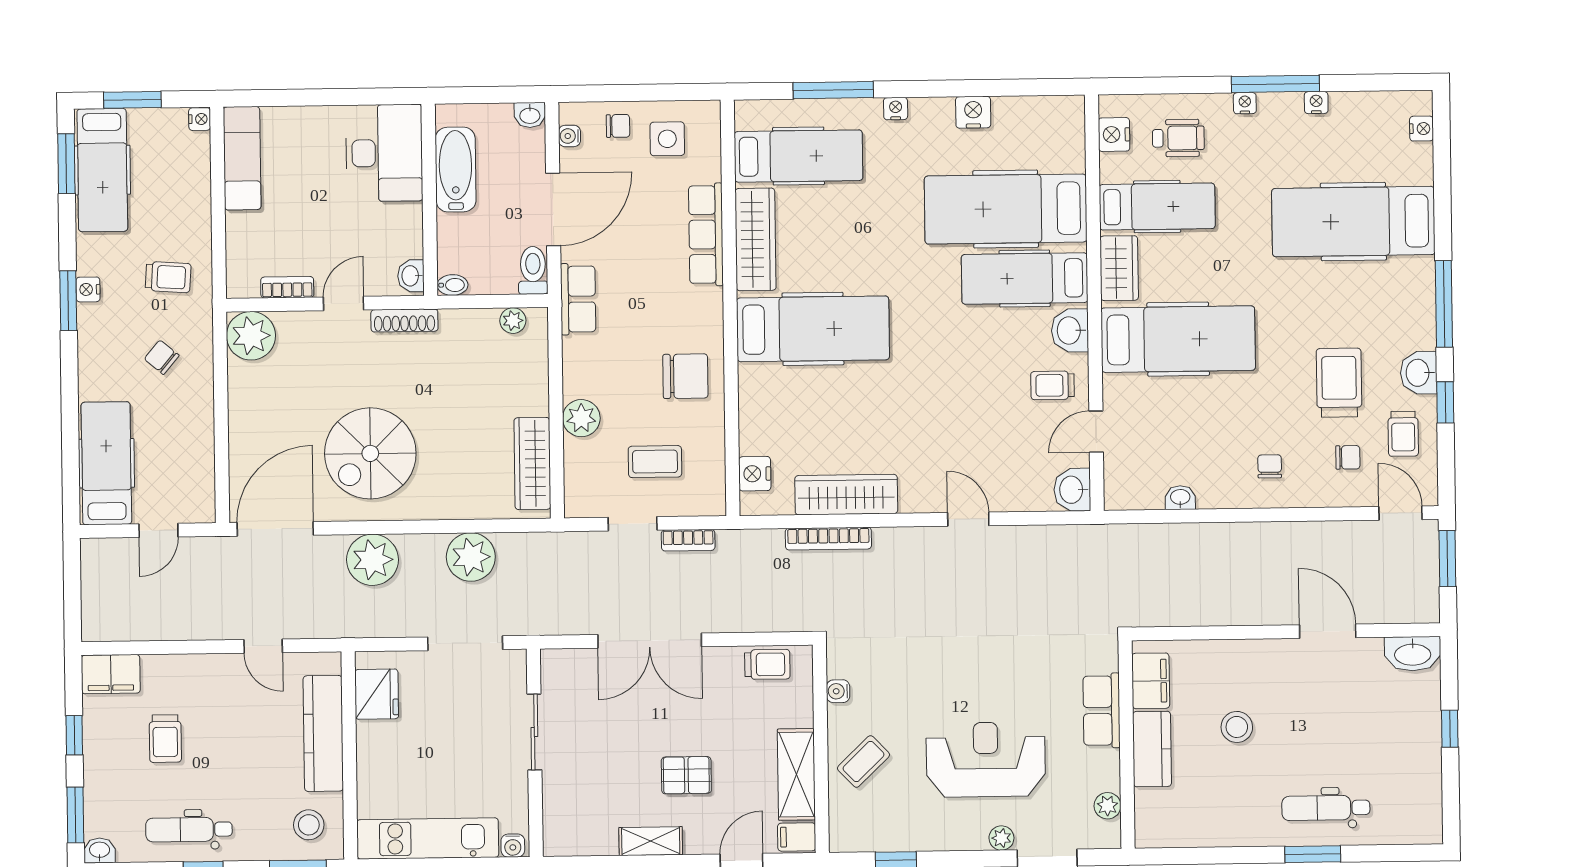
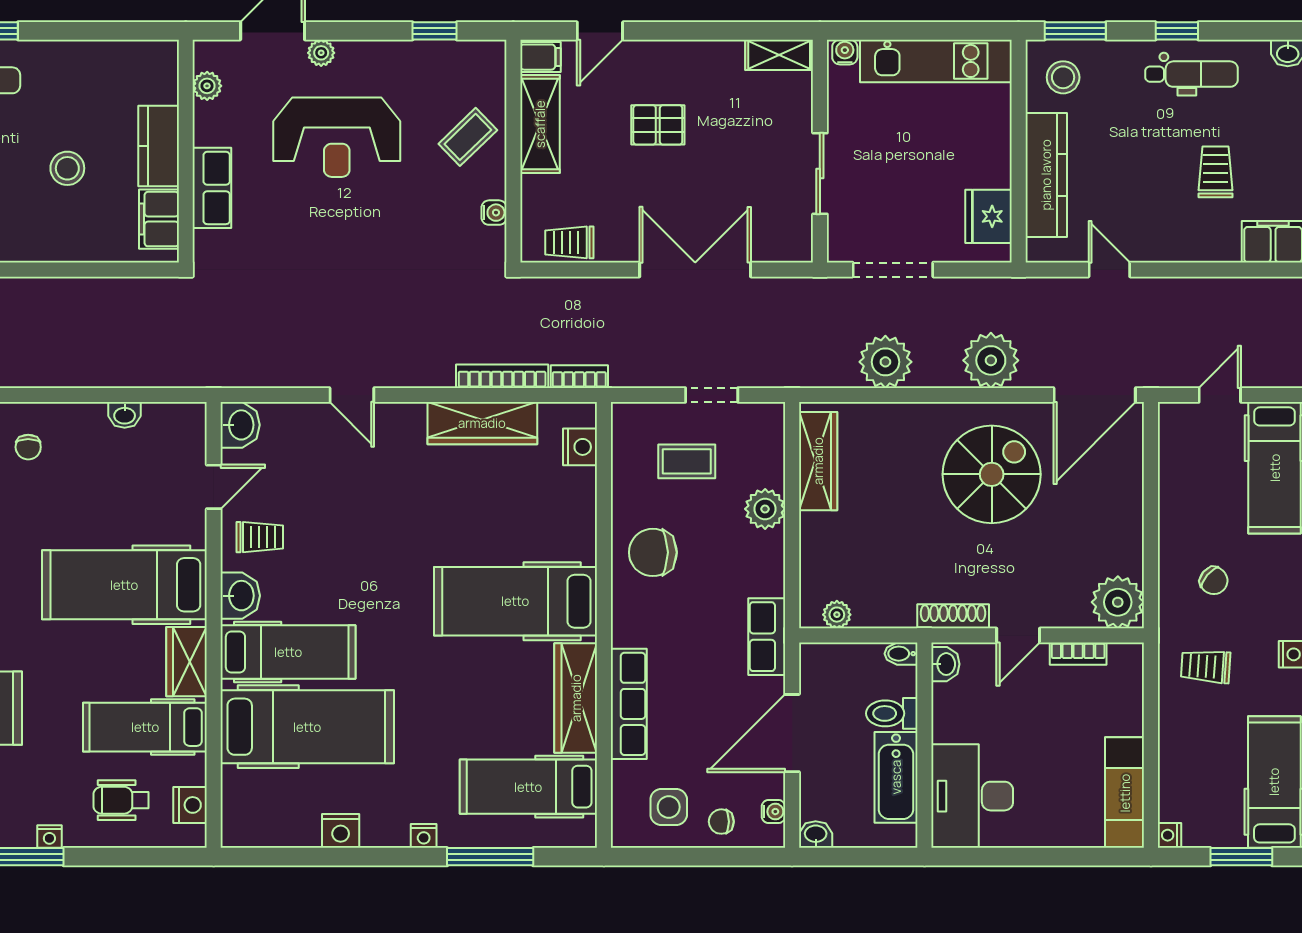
toilet: (533, 270) -> (892, 713), moved, turned 90
bookcase: (688, 540) -> (579, 377), moved
shelving: (651, 841) -> (779, 55), moved

